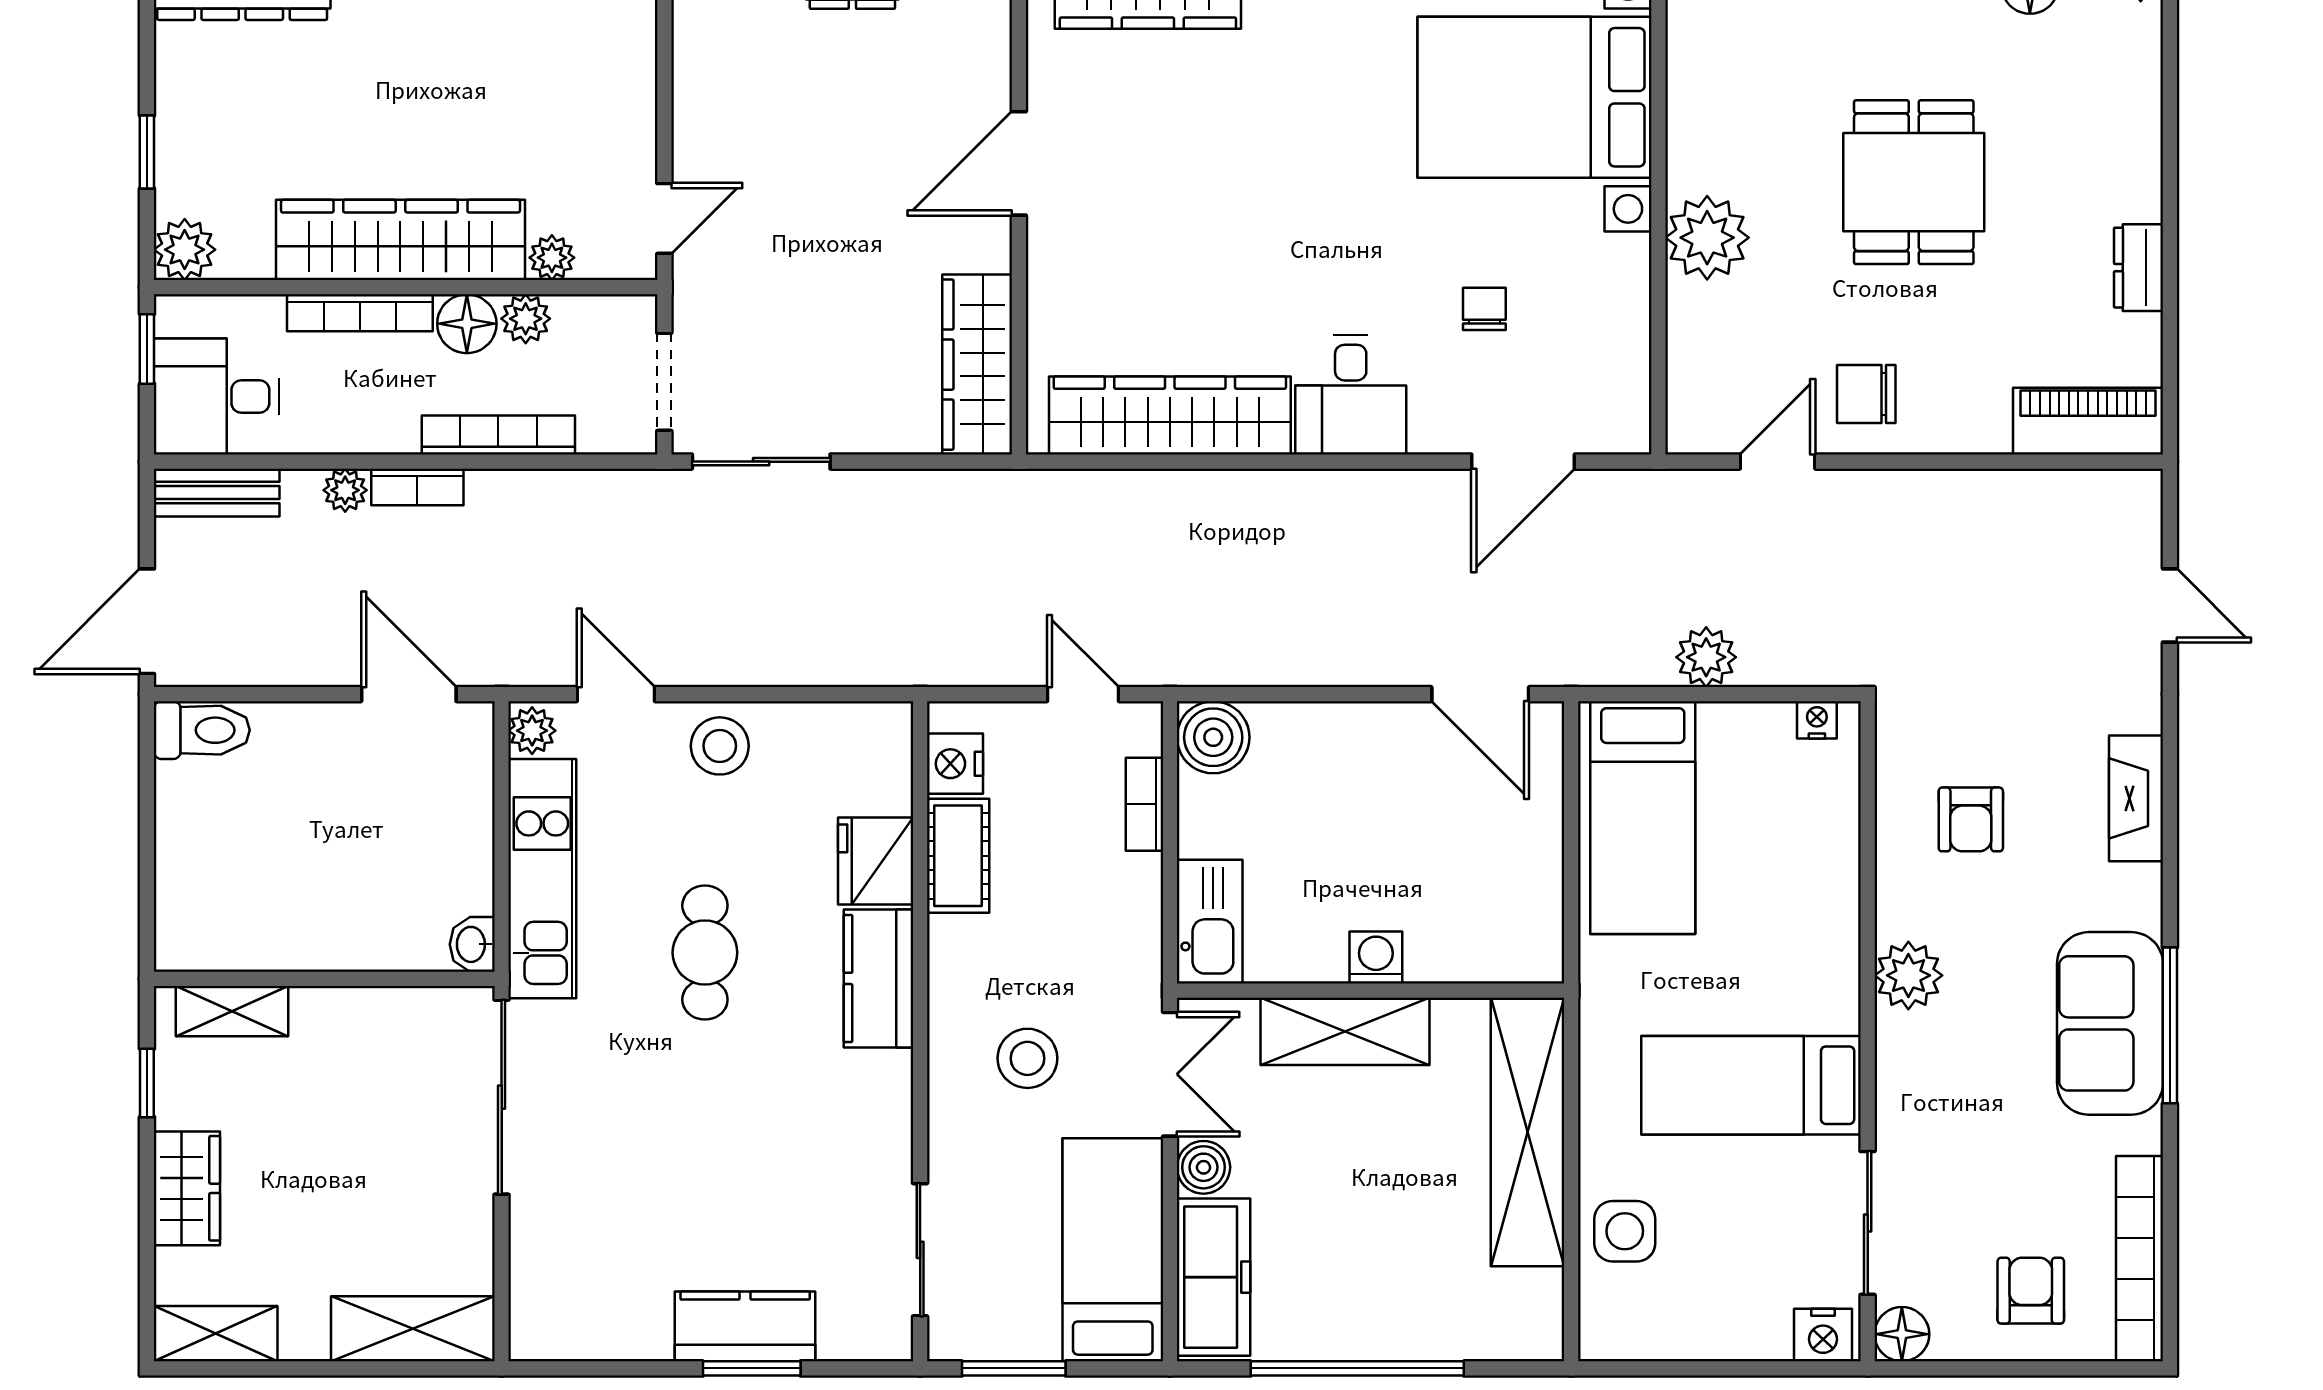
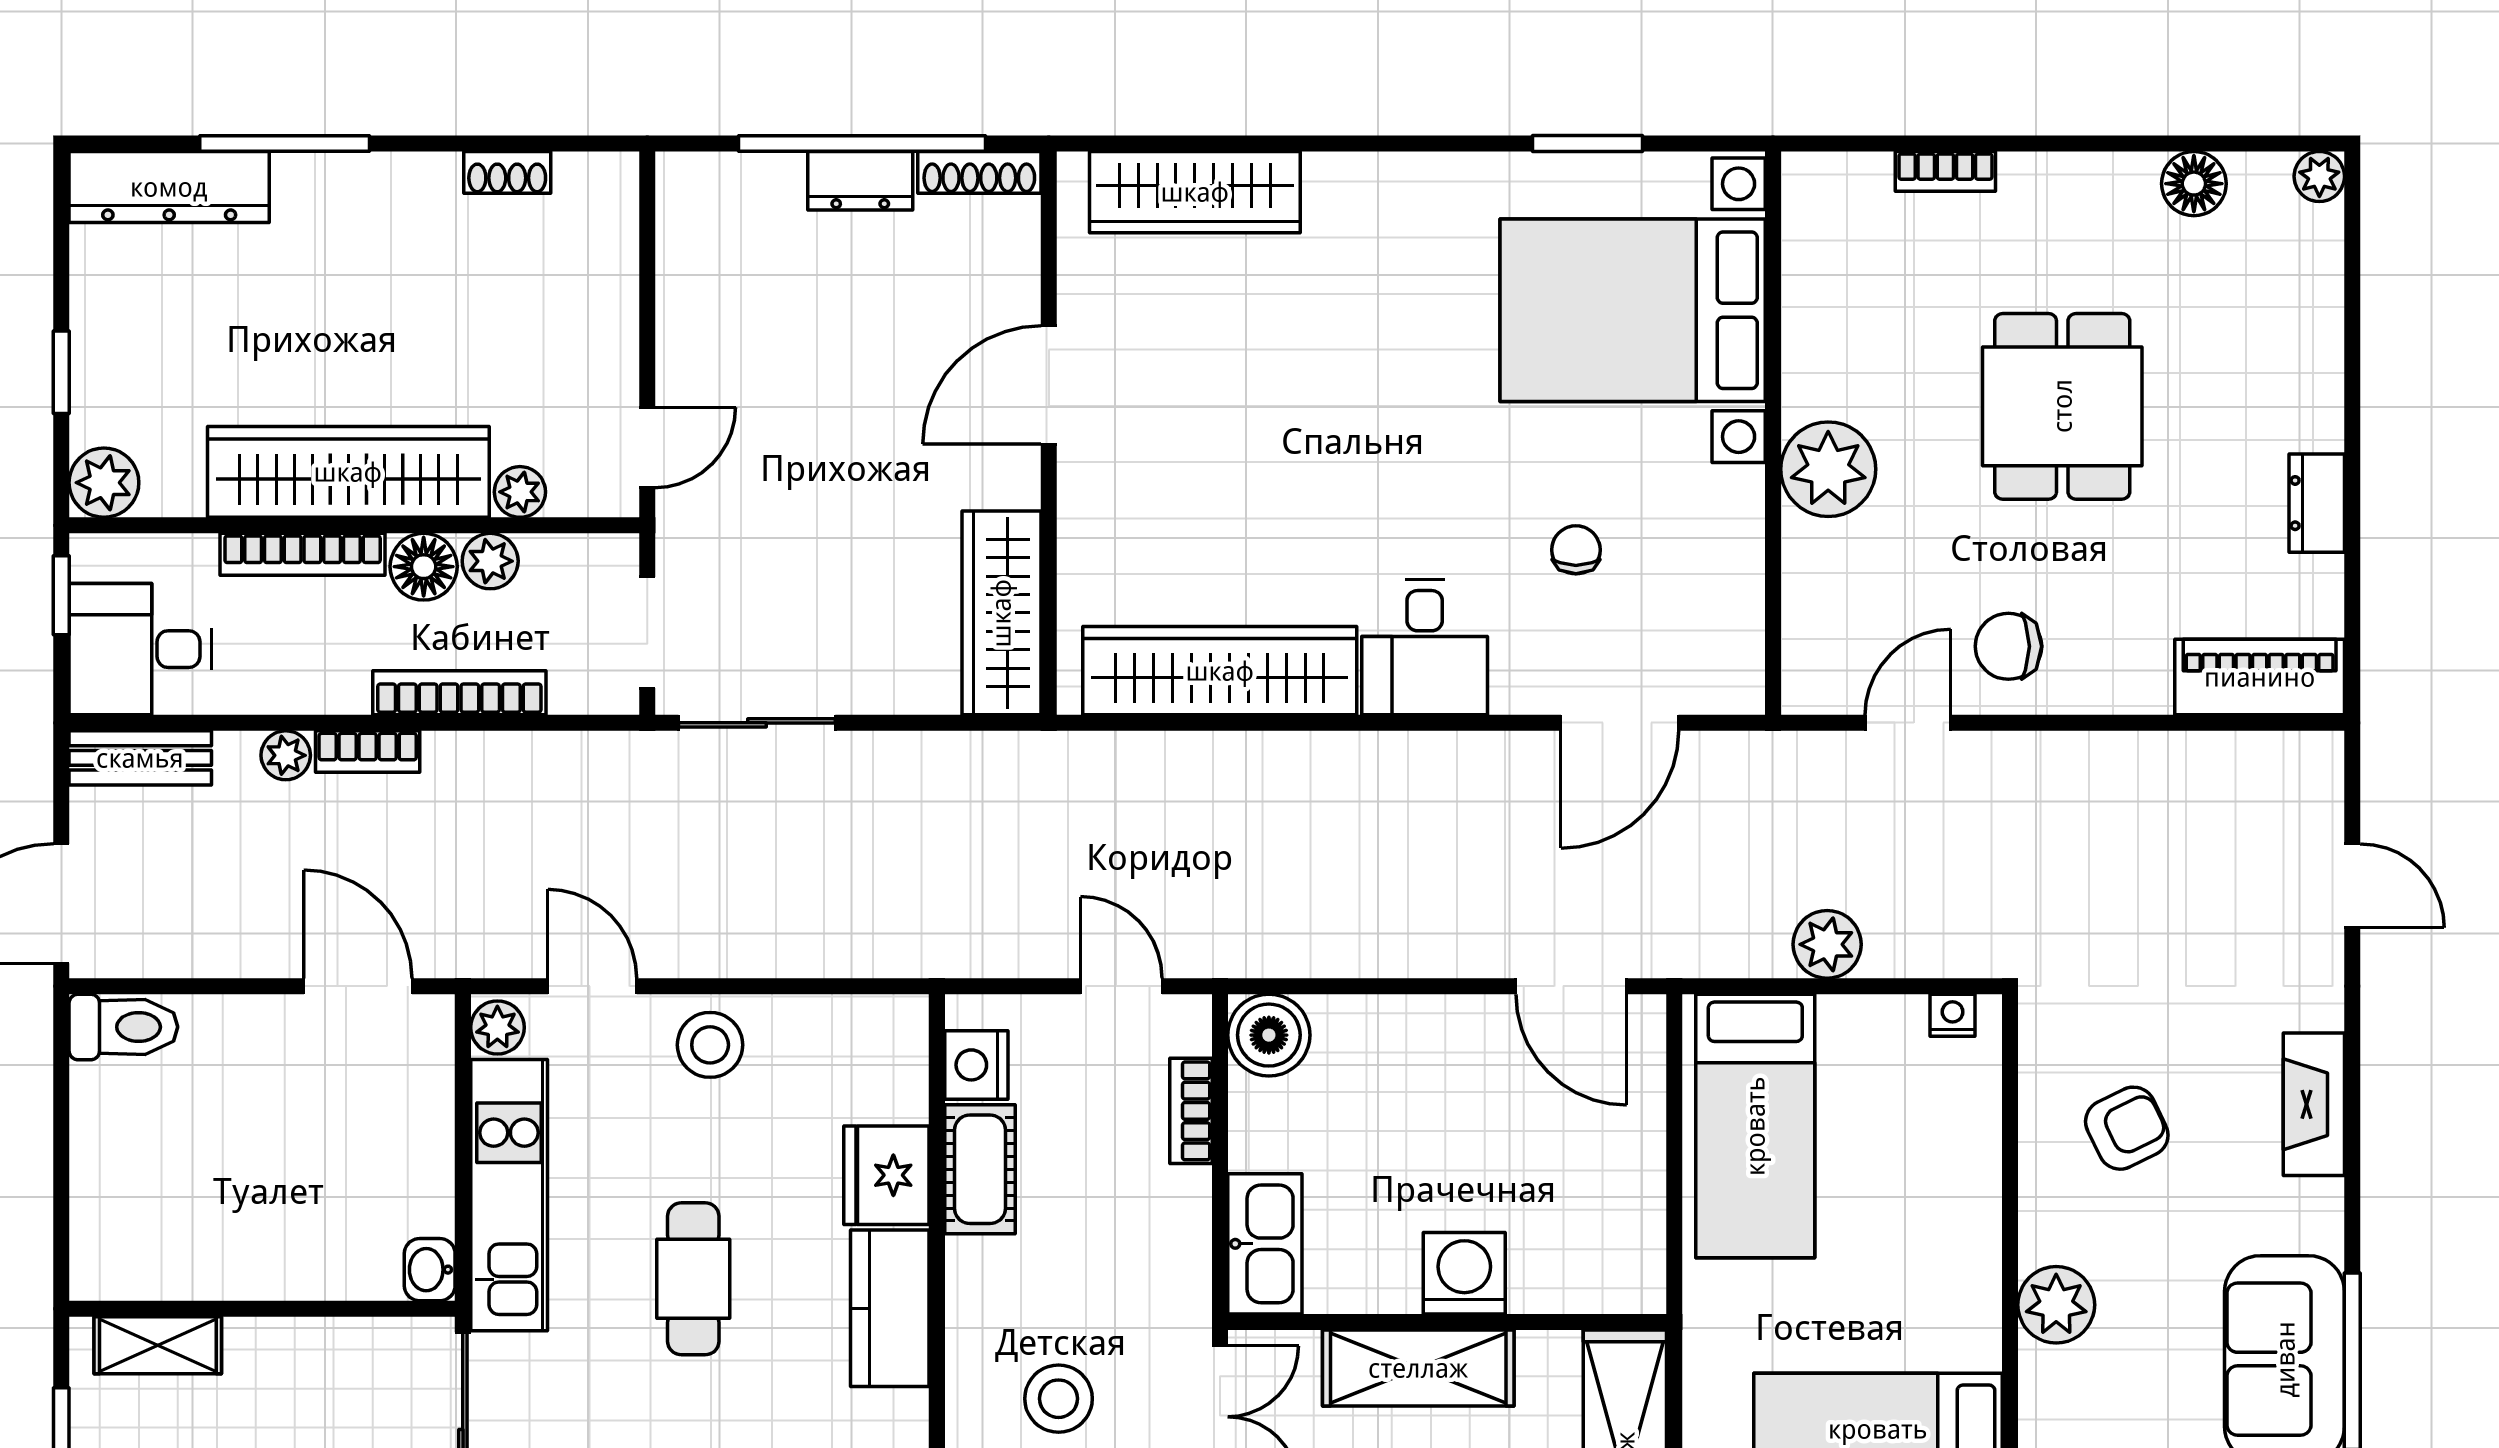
armchair: (1971, 819) -> (2127, 1128), turned -116
washing machine: (1376, 957) -> (1464, 1273), width x1.38, depth x1.38

